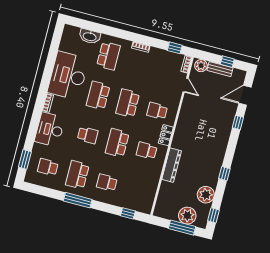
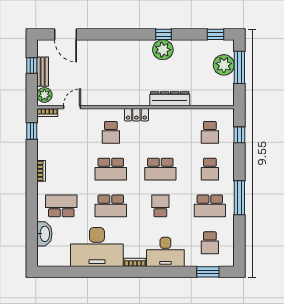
window: (238, 122) -> (100, 34), removed
school desk: (147, 151) -> (210, 132), moved
plant: (206, 195) -> (163, 50), moved

